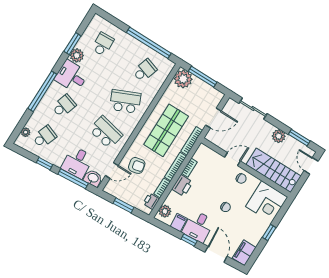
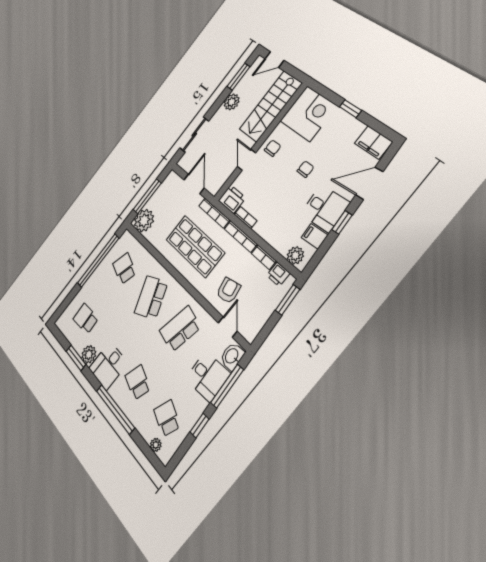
printer: (182, 186) -> (232, 199), moved
window: (123, 205) -> (288, 300), moved

